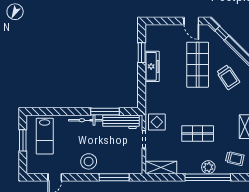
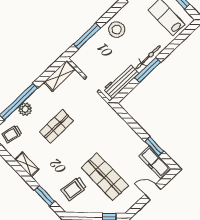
door: (191, 21) -> (153, 192), moved
freezer: (152, 66) -> (155, 162), moved
trolley: (228, 77) -> (74, 189), turned -49
window: (105, 112) -> (148, 70), moved
display table: (157, 122) -> (94, 106), removed

